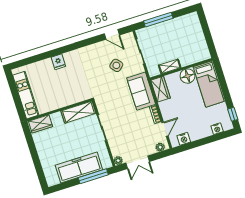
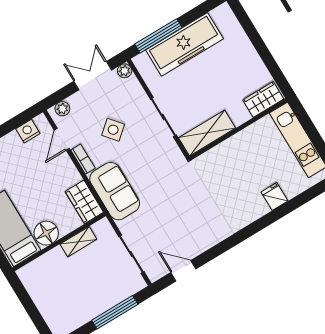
fridge: (58, 62) -> (274, 196), moved
side table: (116, 65) -> (113, 130), moved

